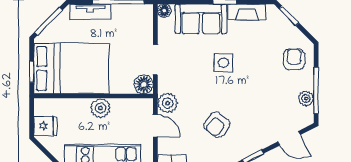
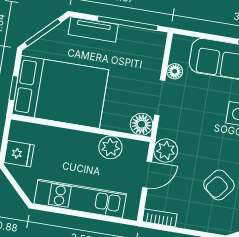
floor lamp: (164, 11) -> (175, 71), moved
plant: (100, 108) -> (110, 147), moved
door: (155, 126) -> (147, 175), hinge flipped

